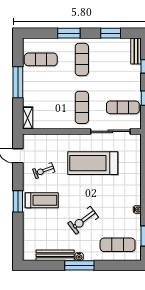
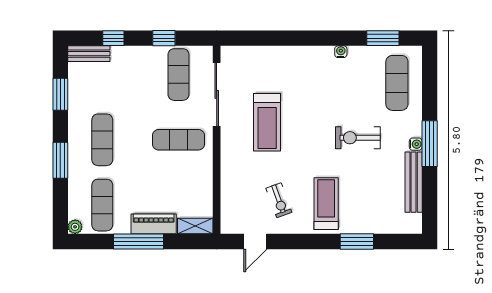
plant: (27, 42) -> (75, 227), added
exercise mat: (82, 59) -> (102, 140), turned 90
piano: (29, 92) -> (154, 224), added
treadmill: (93, 163) -> (267, 122), width x0.73, depth x0.73
window: (18, 201) -> (357, 241), moved
exercise bike: (83, 220) -> (358, 138), turned 127

